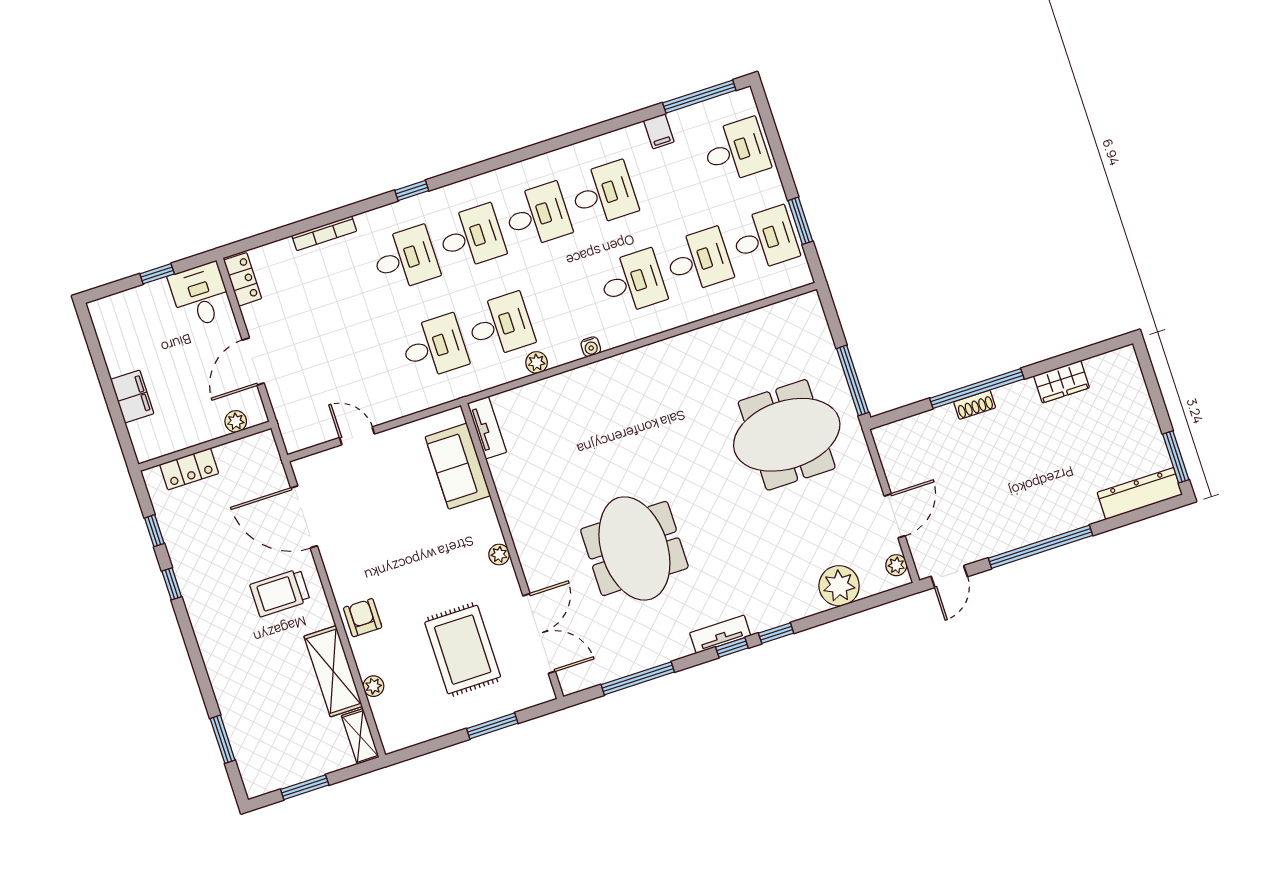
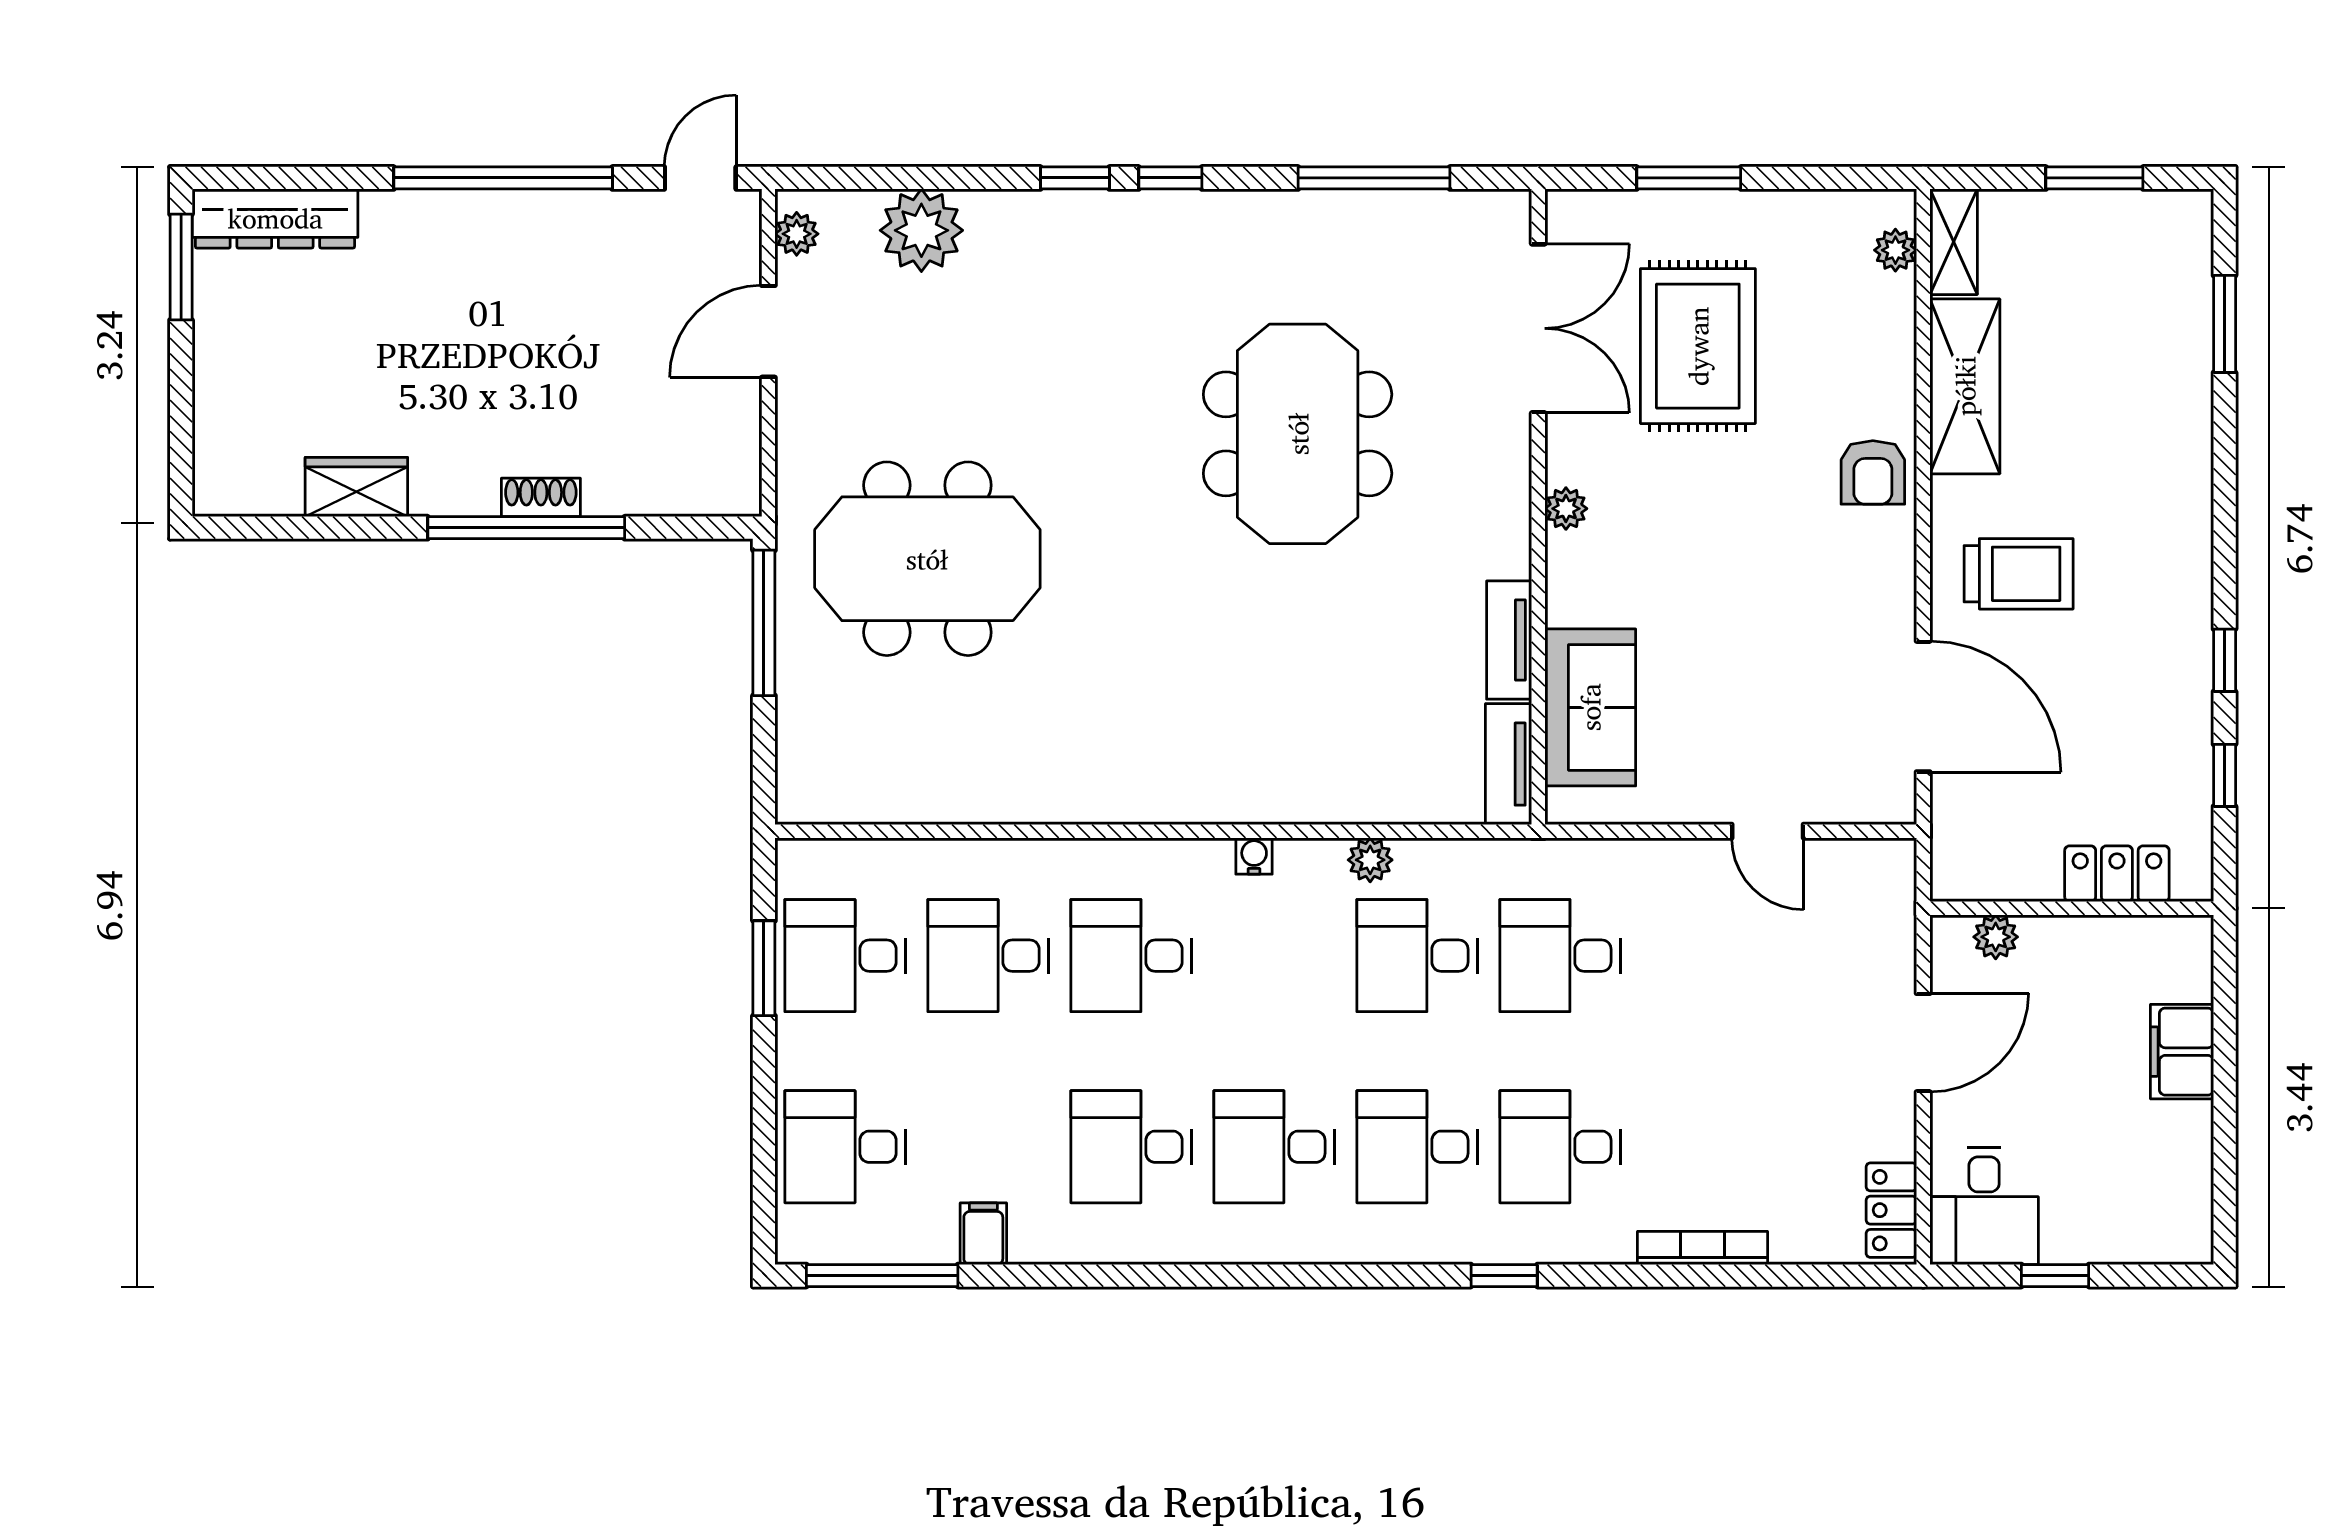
double door: (539, 634) -> (1538, 328), swing flipped
tv unit: (720, 634) -> (1509, 640), moved, turned 90
plant: (374, 686) -> (1895, 250), moved

